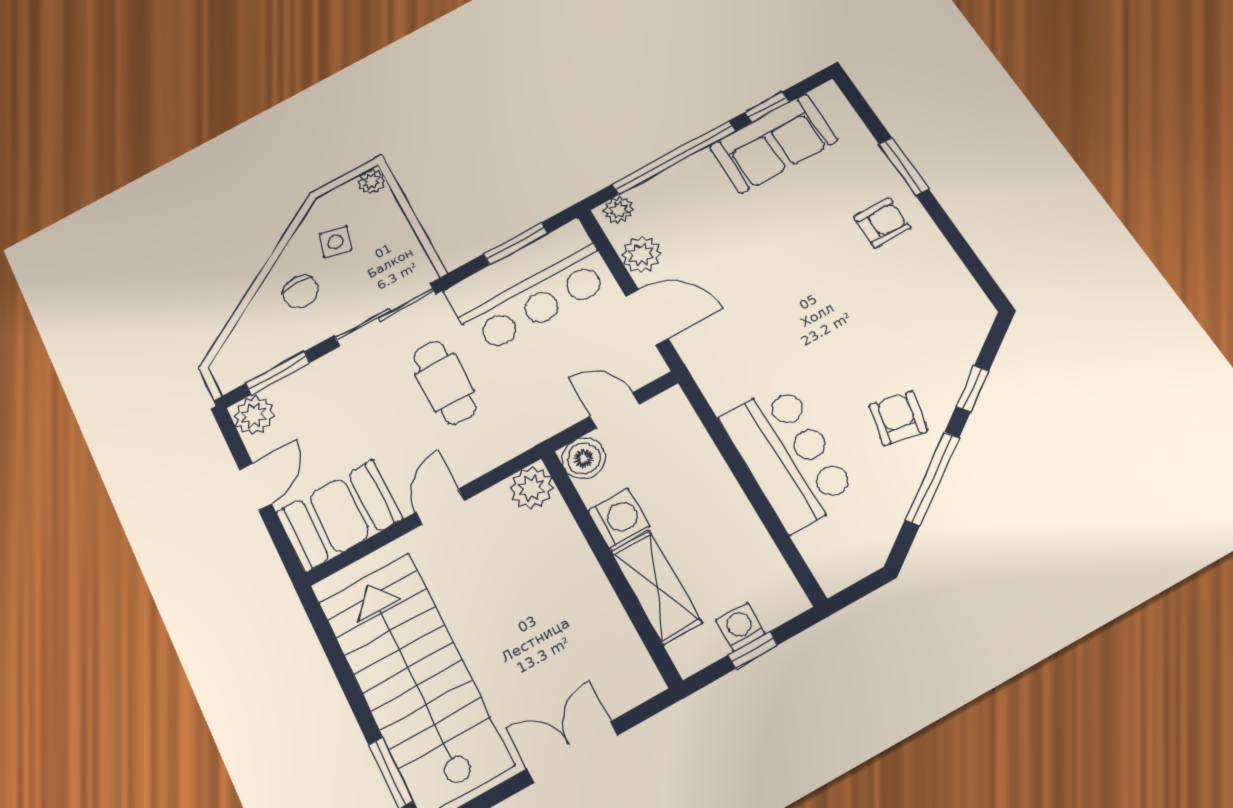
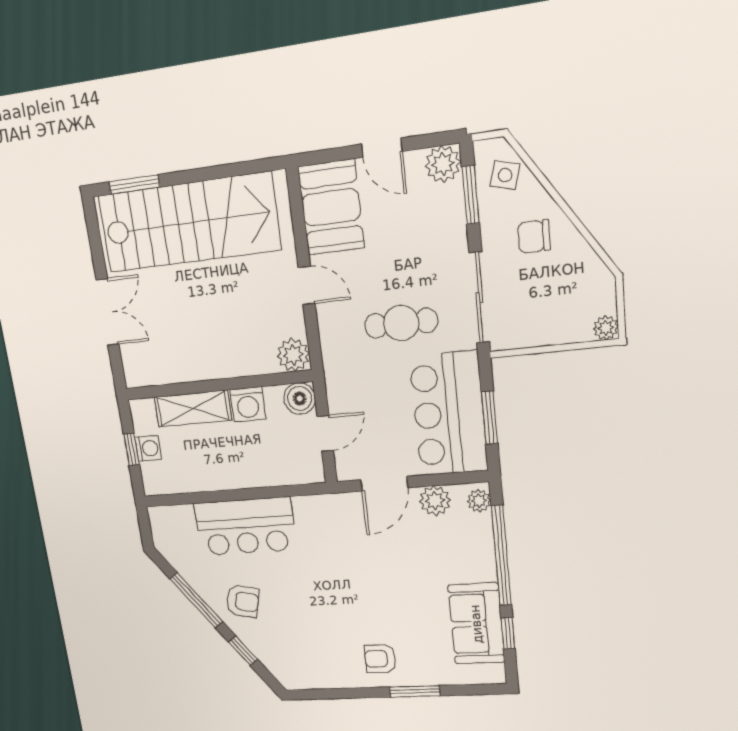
armchair: (882, 223) -> (380, 659), turned 90
side table: (335, 242) -> (505, 175), moved

